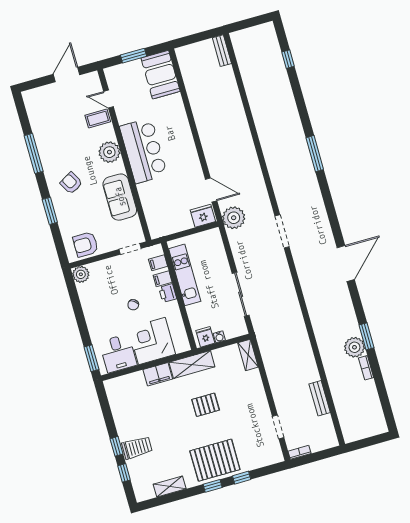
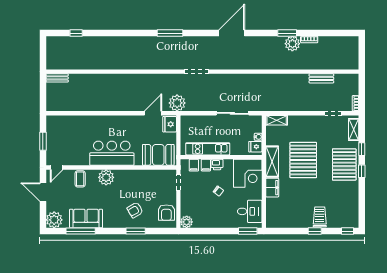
booth: (161, 75) -> (158, 155), moved
door: (108, 99) -> (57, 168), moved
plant: (34, 100) -> (54, 220), added
window: (34, 153) -> (81, 231), moved
window: (315, 154) -> (170, 33), moved
armchair: (71, 183) -> (135, 210), moved
sofa: (120, 197) -> (86, 218), moved, turned 180
door: (346, 264) -> (232, 33), hinge flipped
corner desk: (152, 341) -> (248, 173), moved, turned -90
pallet: (206, 405) -> (303, 160), width x2.05, depth x2.00
window: (124, 473) -> (347, 231), moved
shelving: (170, 487) -> (354, 129), moved

